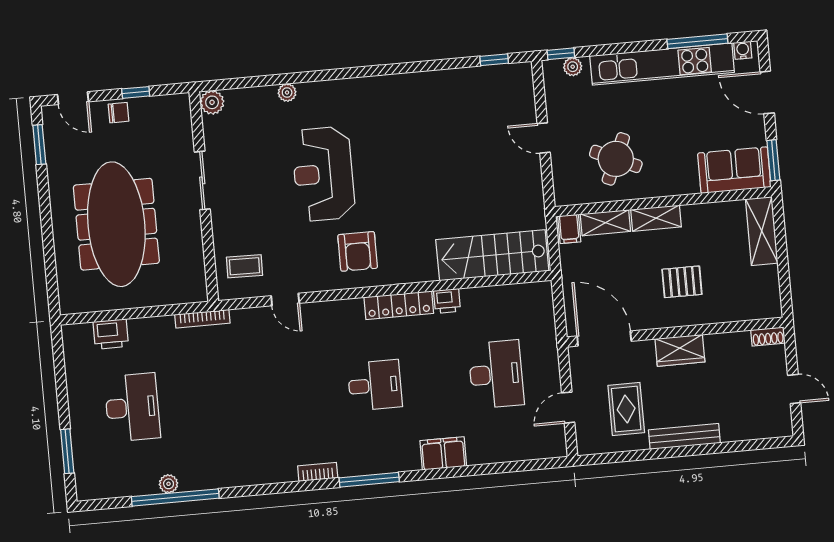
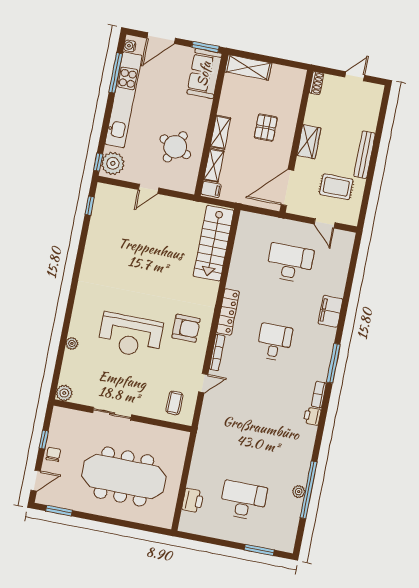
plant: (573, 67) -> (113, 163), width x1.88, depth x1.88
printer: (447, 301) -> (312, 416), moved, turned 180
bookcase: (202, 319) -> (217, 352), moved

